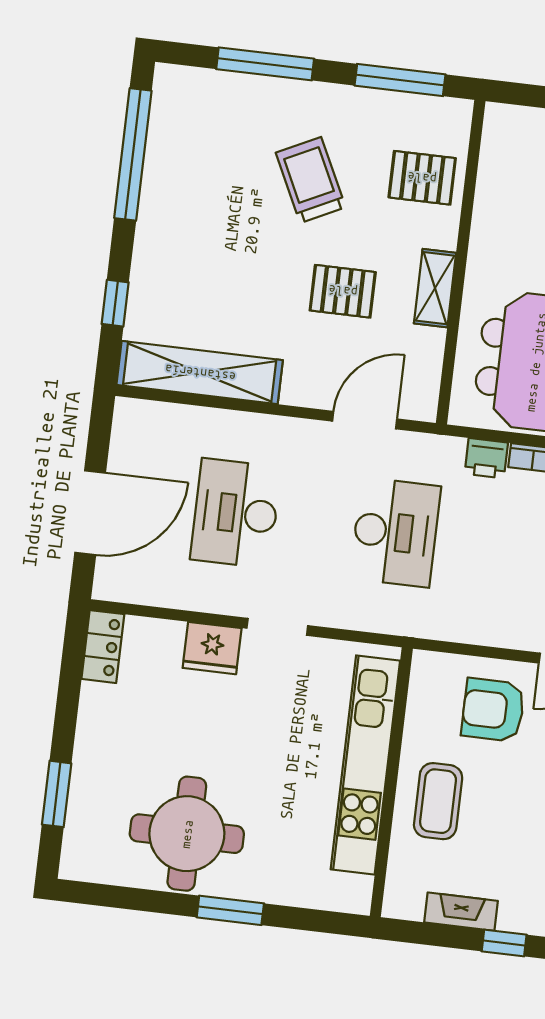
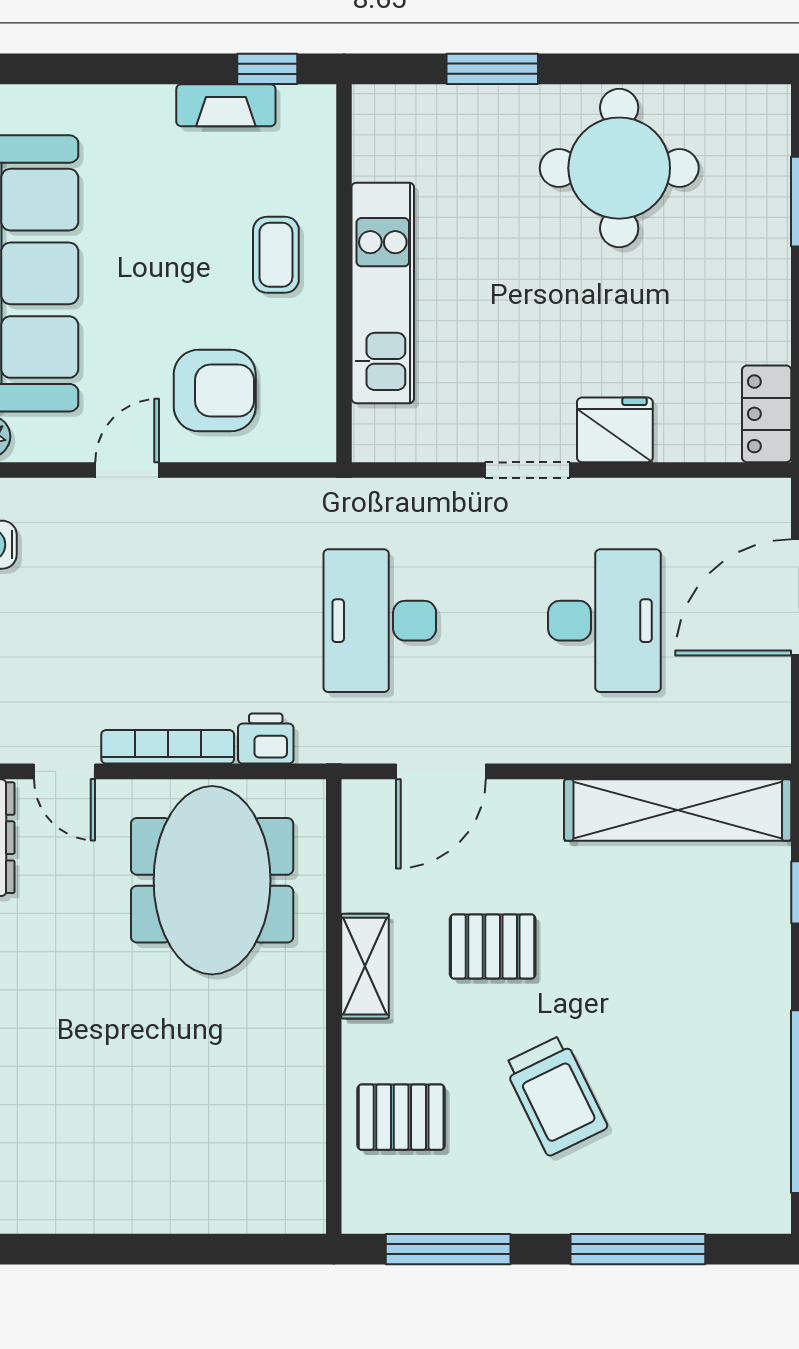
kitchen unit: (365, 765) -> (383, 293), width x0.73
coffee table: (438, 801) -> (276, 255), width x0.73, depth x0.77
window: (230, 910) -> (492, 69), moved
window: (504, 943) -> (267, 69), moved

